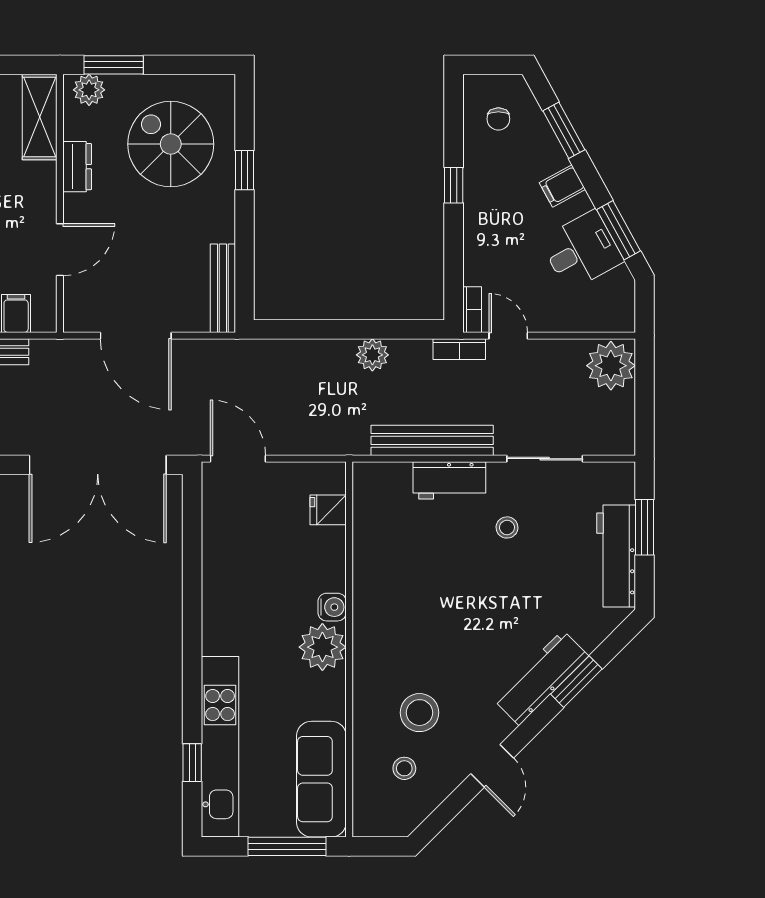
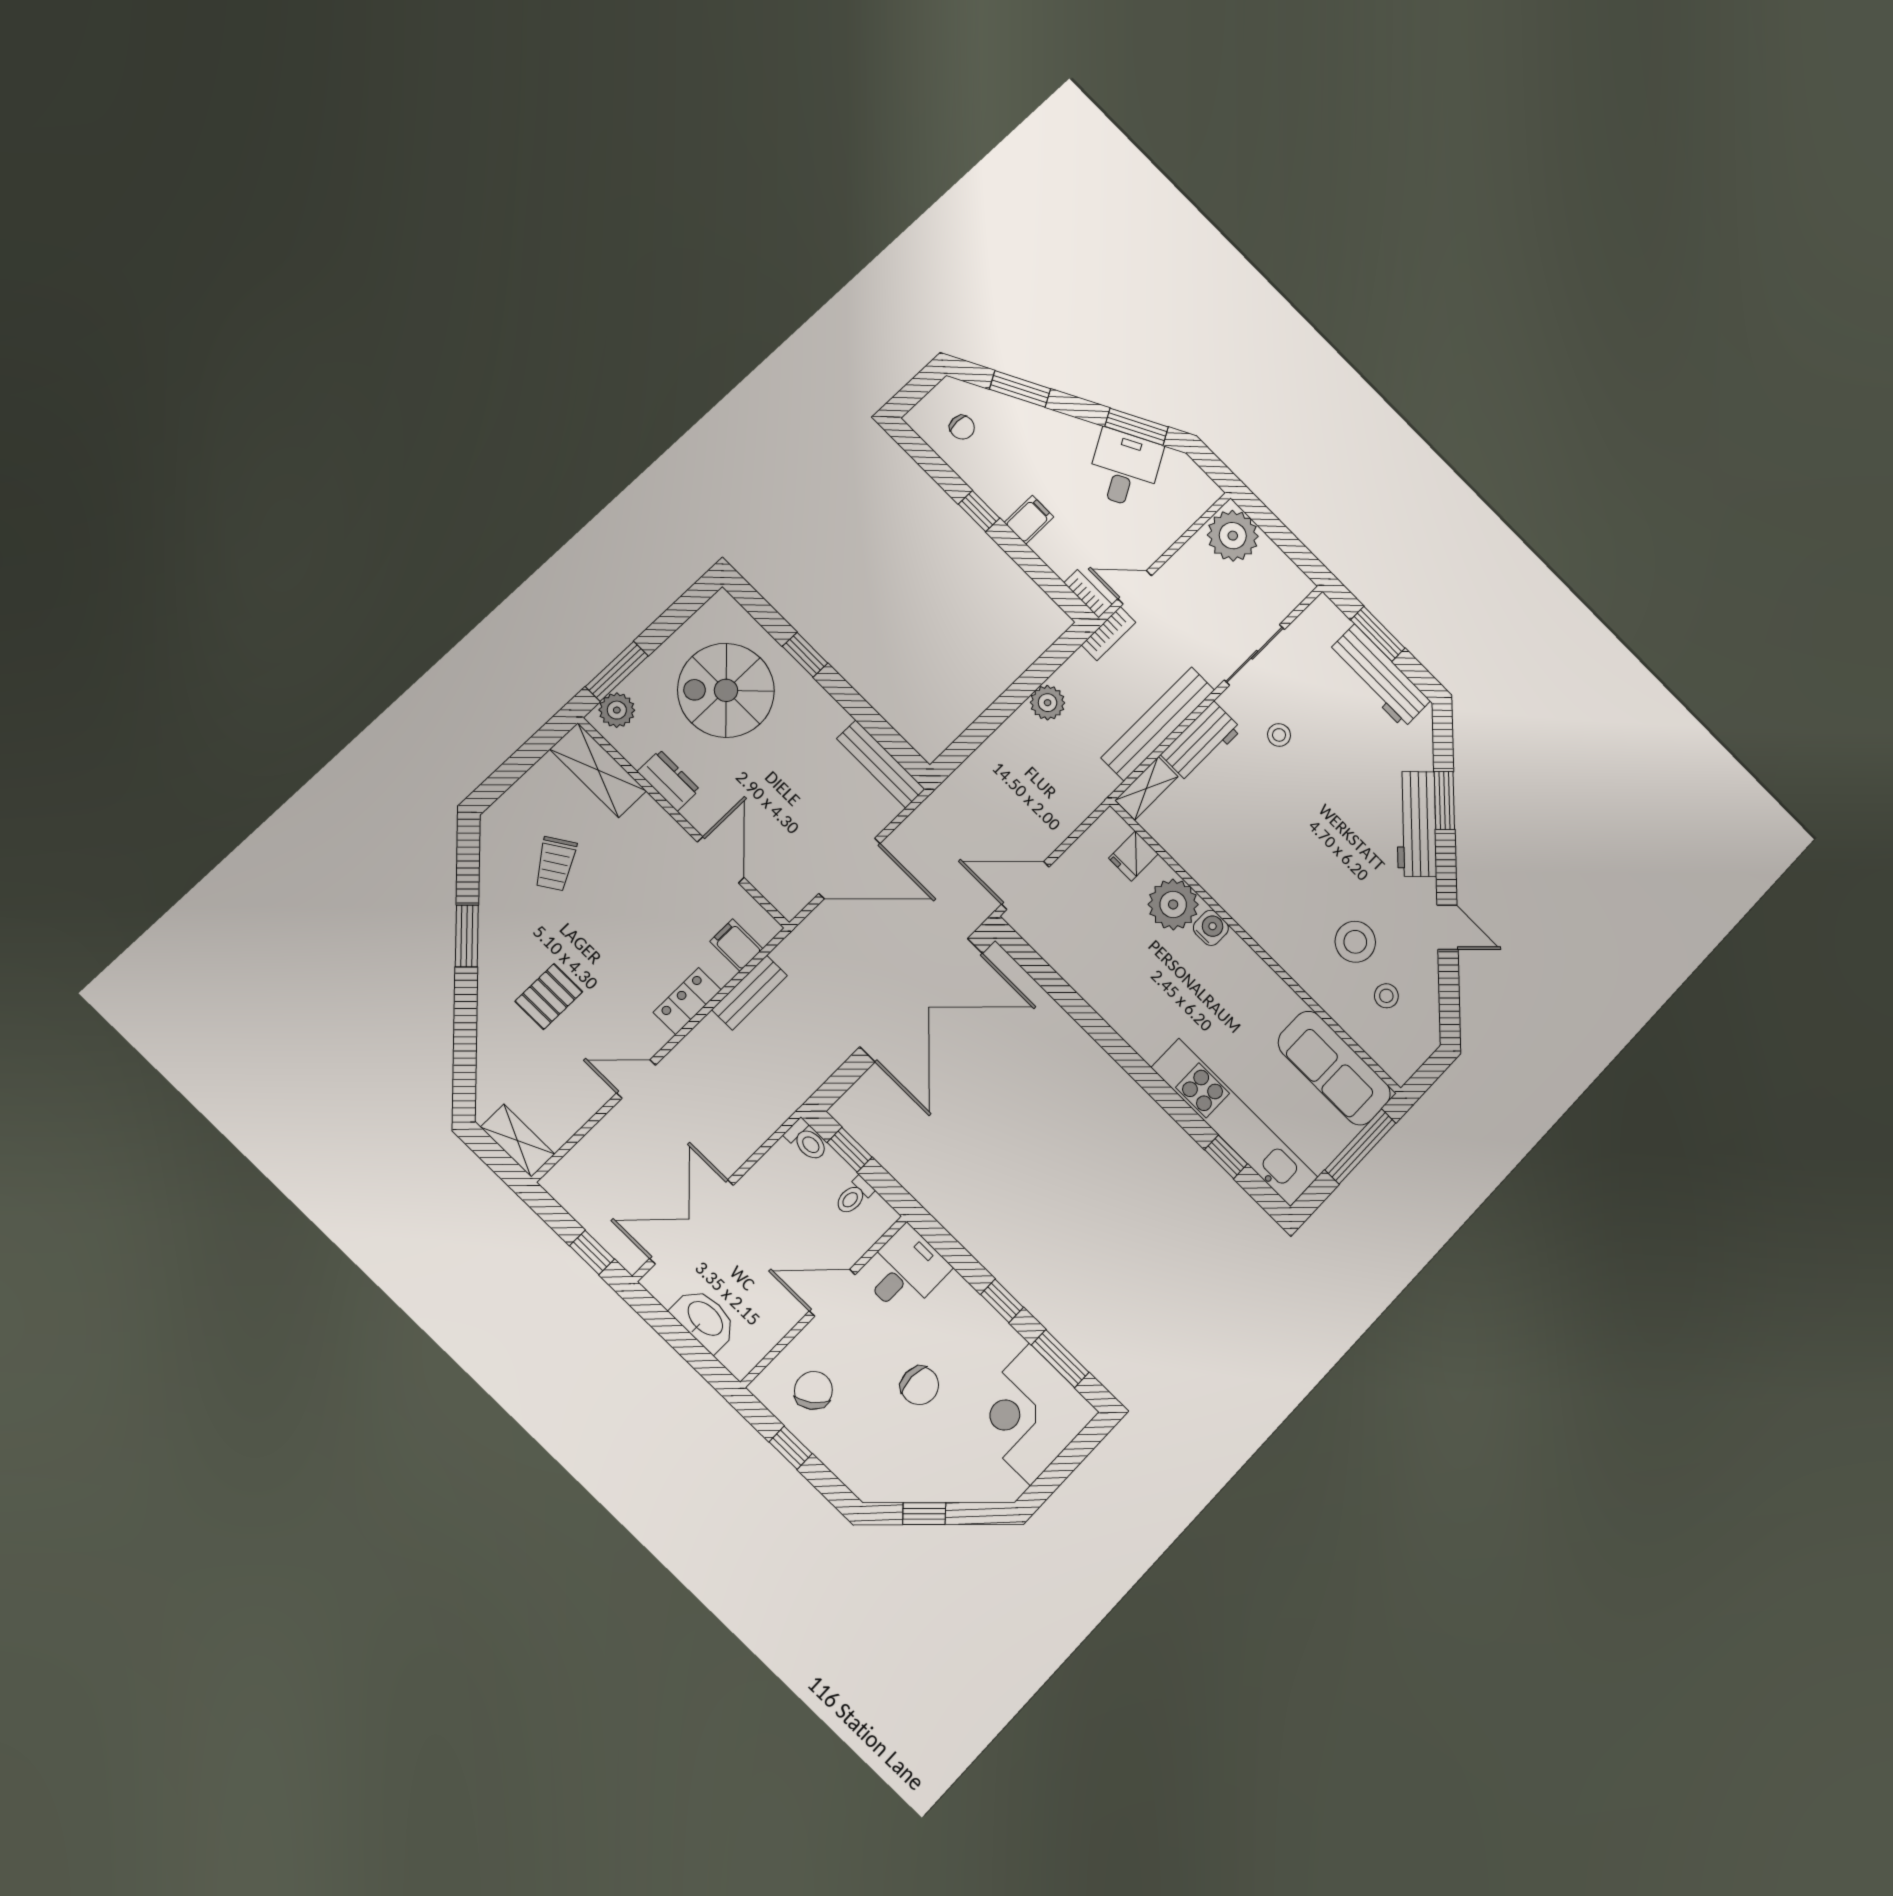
filing cabinet: (562, 186) -> (1029, 520), moved, turned -151
shelving: (382, 475) -> (1147, 788), added
plant: (322, 647) -> (1173, 904), moved

